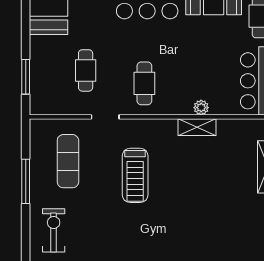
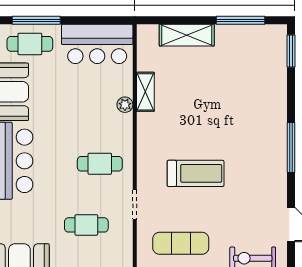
shelving: (197, 127) -> (145, 92), moved

